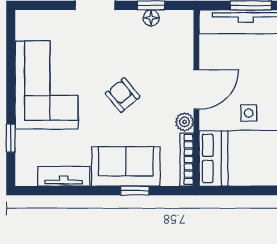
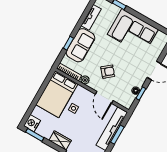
door: (196, 90) -> (104, 97), moved
armchair: (123, 95) -> (108, 72), moved

